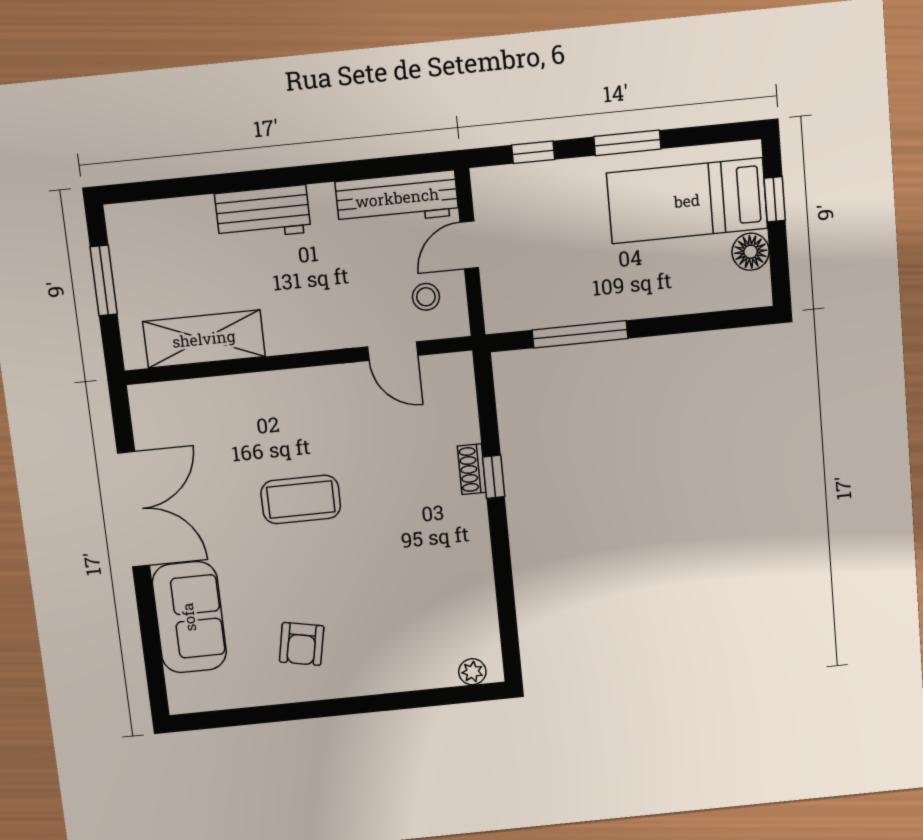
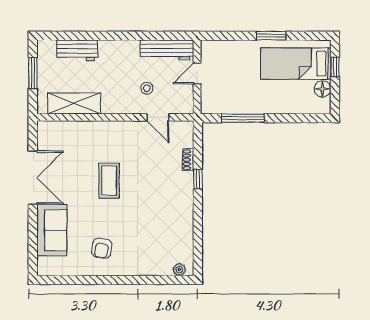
window: (533, 152) -> (229, 36), removed
workbench: (263, 213) -> (77, 50), moved
stool: (426, 297) -> (147, 88), moved
shoe rack: (472, 469) -> (188, 160), moved
coffee table: (301, 499) -> (109, 181), turned 90

